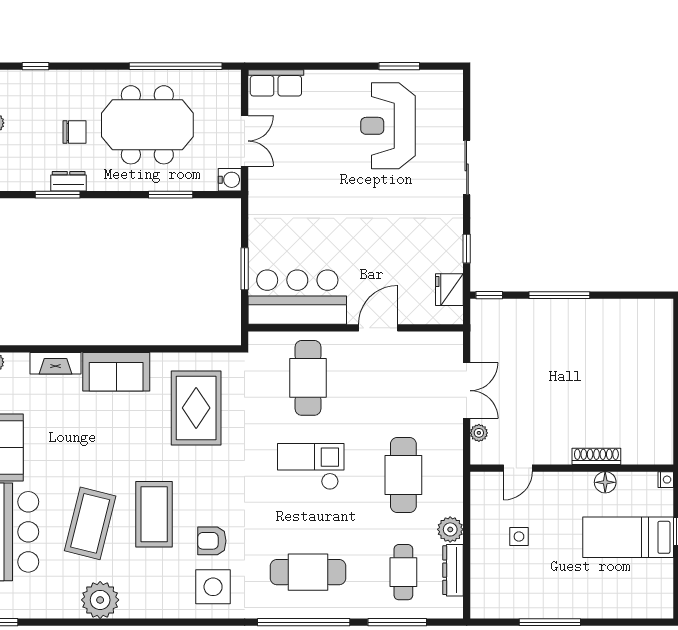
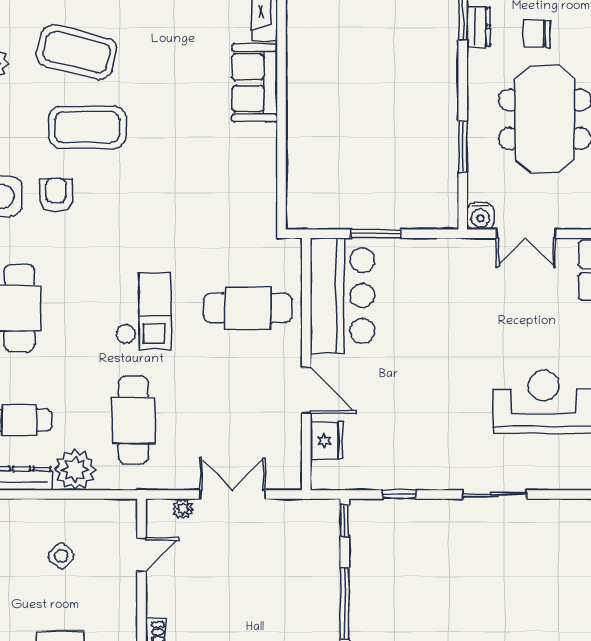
chair: (75, 132) -> (537, 34), turned 90
fridge: (449, 290) -> (327, 441), moved, turned 90
double door: (467, 391) -> (233, 494), swing flipped
rug: (196, 408) -> (212, 177), removed
door: (518, 468) -> (142, 555), swing flipped
cafe table: (403, 475) -> (133, 420), turned 90
plant: (450, 529) -> (75, 470), width x1.36, depth x1.36
side table: (519, 536) -> (61, 556), turned 45

